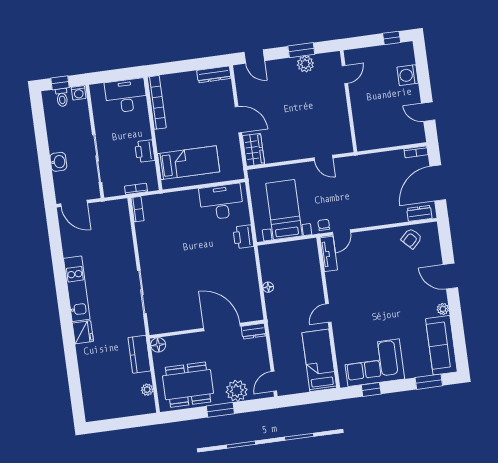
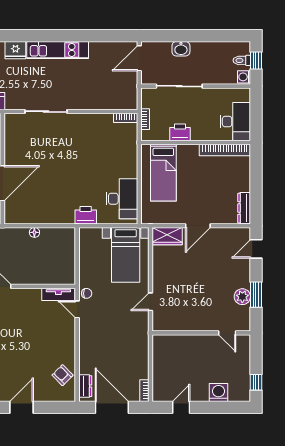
bed with nightstands: (284, 210) -> (126, 255), moved, turned 90

